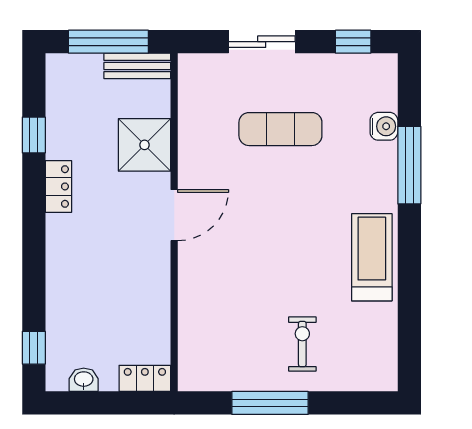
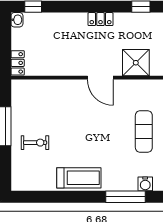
locker: (58, 186) -> (101, 19), moved
washbasin: (84, 380) -> (17, 20), moved

